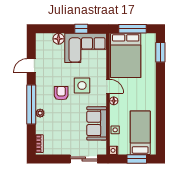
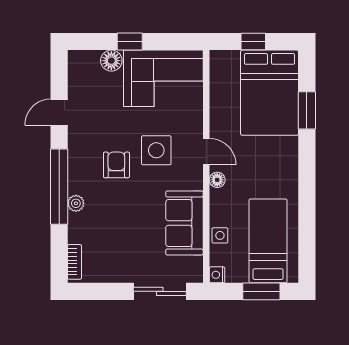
window: (81, 29) -> (130, 42), moved
window: (132, 29) -> (253, 42), width x0.46
window: (160, 52) -> (307, 110), moved
bed: (126, 55) -> (270, 93), moved

